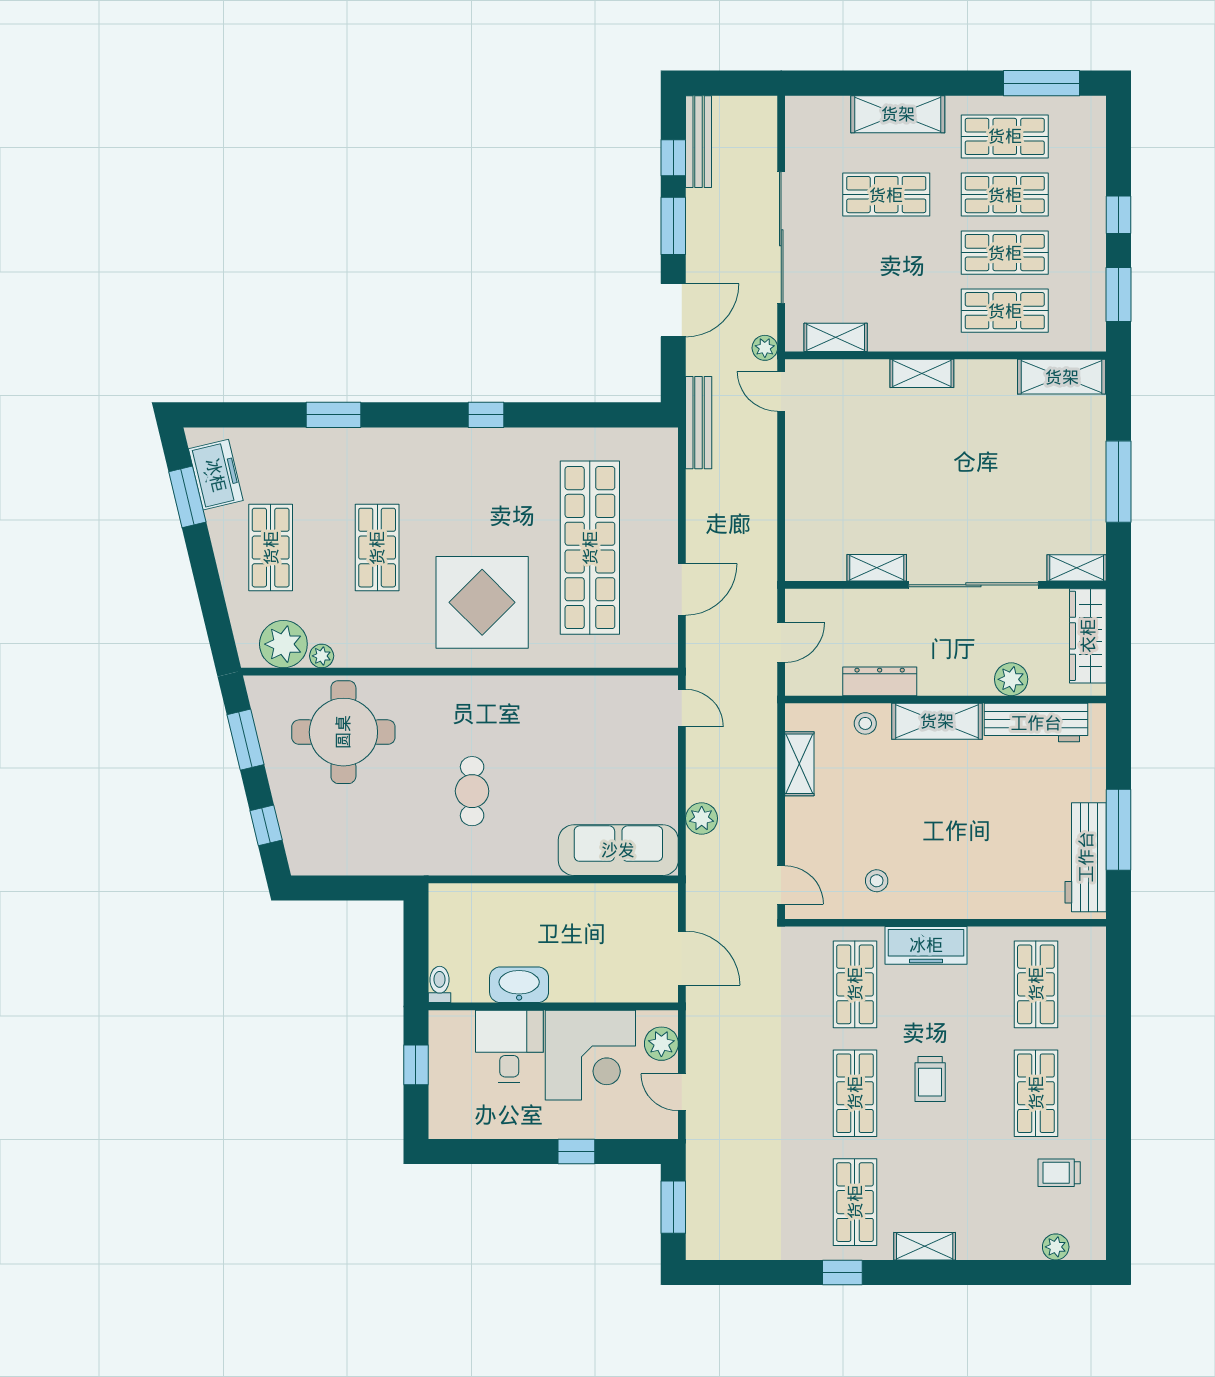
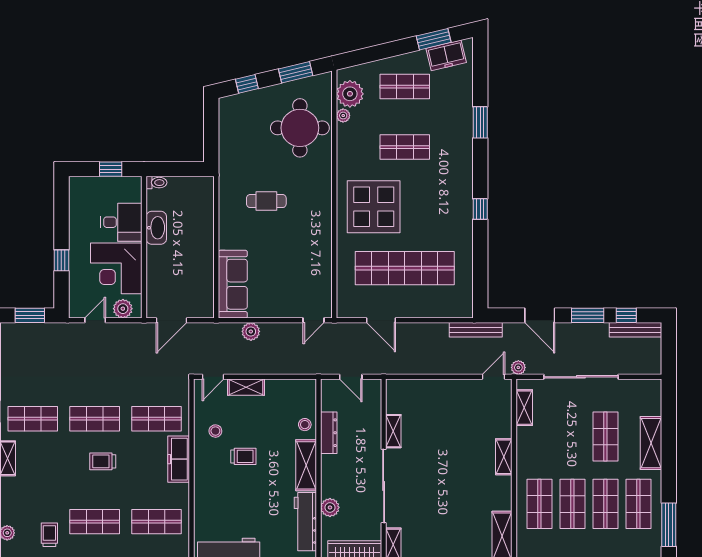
shelving: (799, 764) -> (246, 387), moved
trolley: (921, 831) -> (243, 456), added

